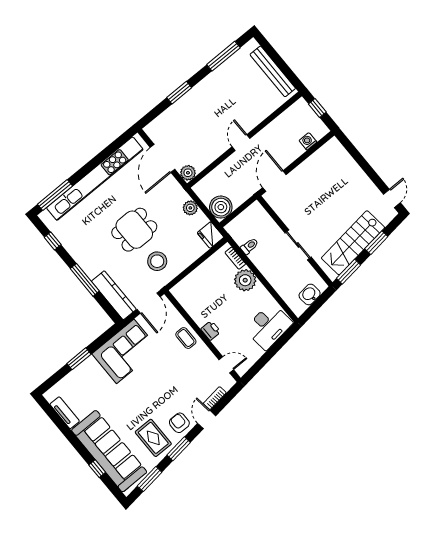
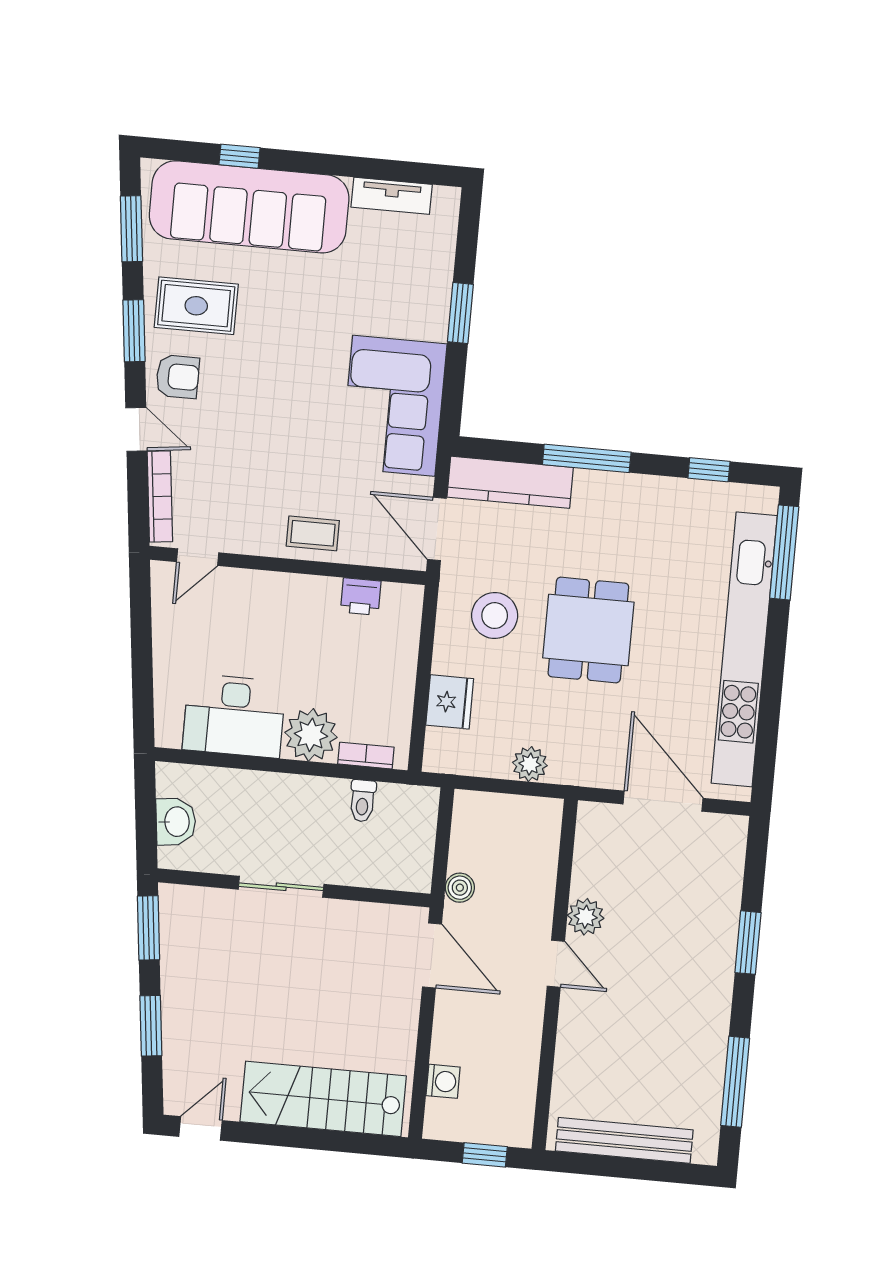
plant: (188, 173) -> (586, 917), moved
door: (392, 198) -> (201, 1128), swing flipped
boiler: (221, 207) -> (460, 888), moved, width x0.54, depth x0.54
fridge: (210, 235) -> (450, 702), moved, turned 90
stairs: (353, 243) -> (323, 1099), moved, turned -83
desk: (268, 326) -> (234, 716), moved, turned -83
printer: (211, 330) -> (361, 597), moved
bookcase: (215, 398) -> (160, 497), width x1.56

